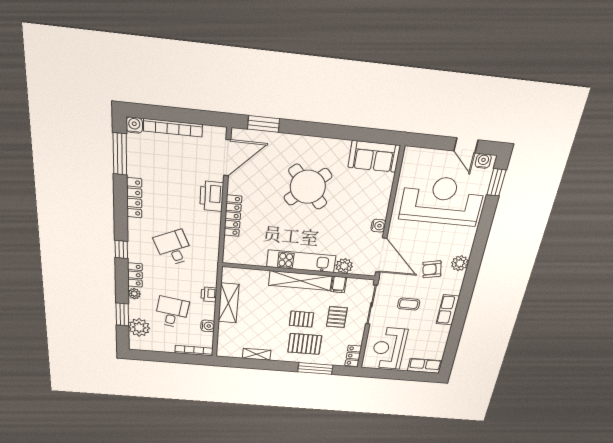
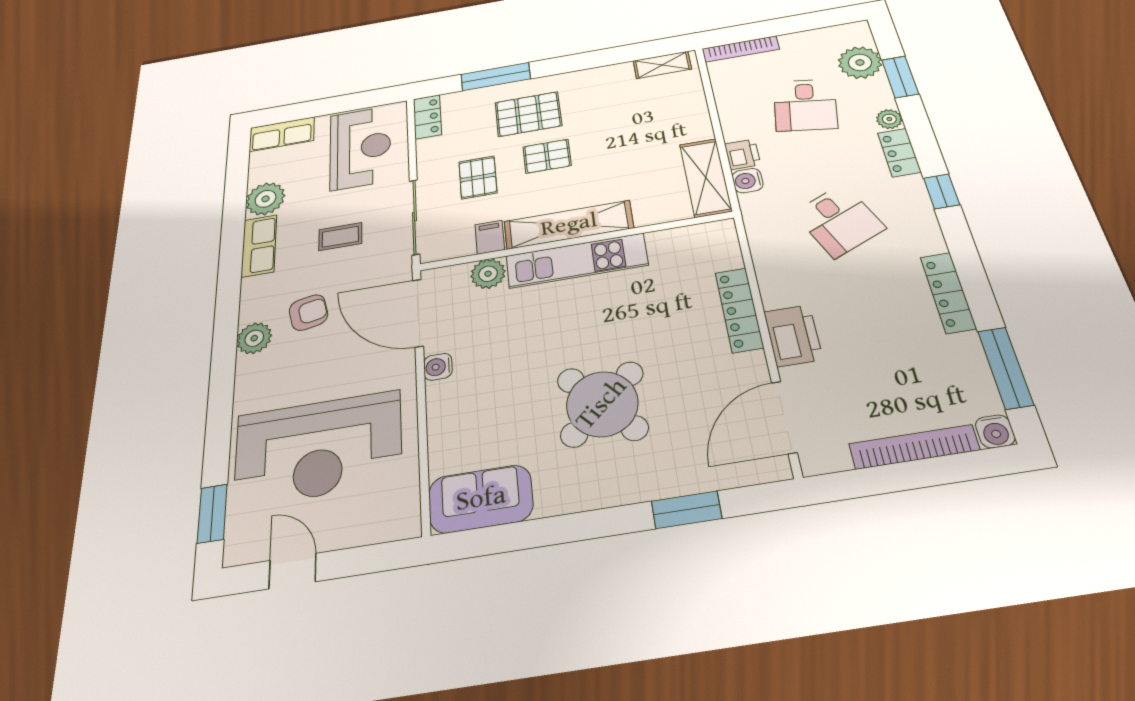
window: (264, 124) -> (687, 510), moved
water cooler: (483, 161) -> (249, 549), removed
shelving: (228, 303) -> (706, 178), moved
water cooler: (208, 326) -> (748, 181), moved
plant: (440, 334) -> (266, 199), added
shelving: (257, 354) -> (662, 65), moved

